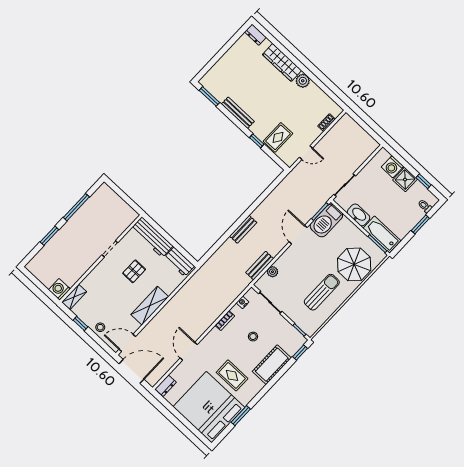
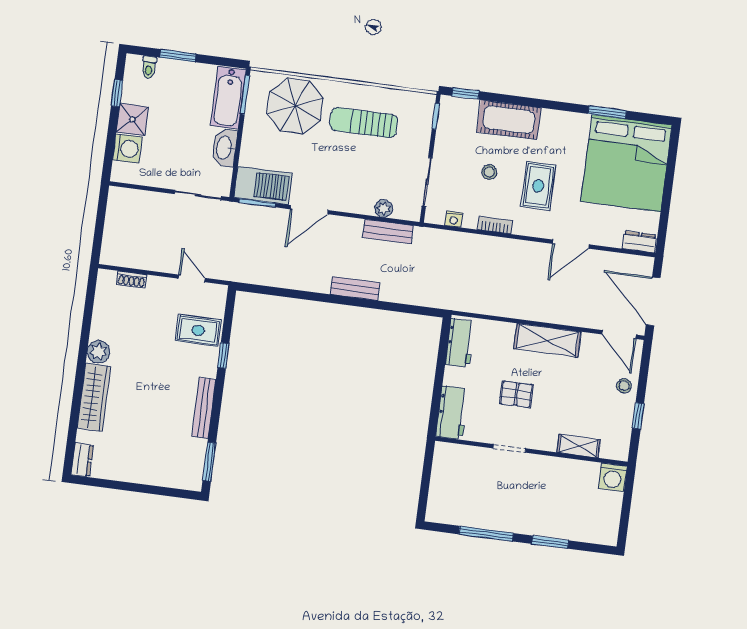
workbench: (152, 237) -> (452, 413), width x0.73
shelving: (74, 297) -> (579, 446), moved
rug: (232, 375) -> (538, 186), moved

